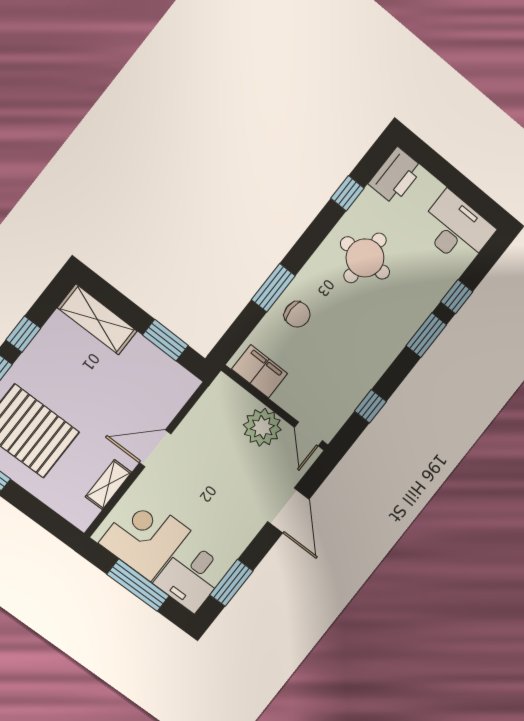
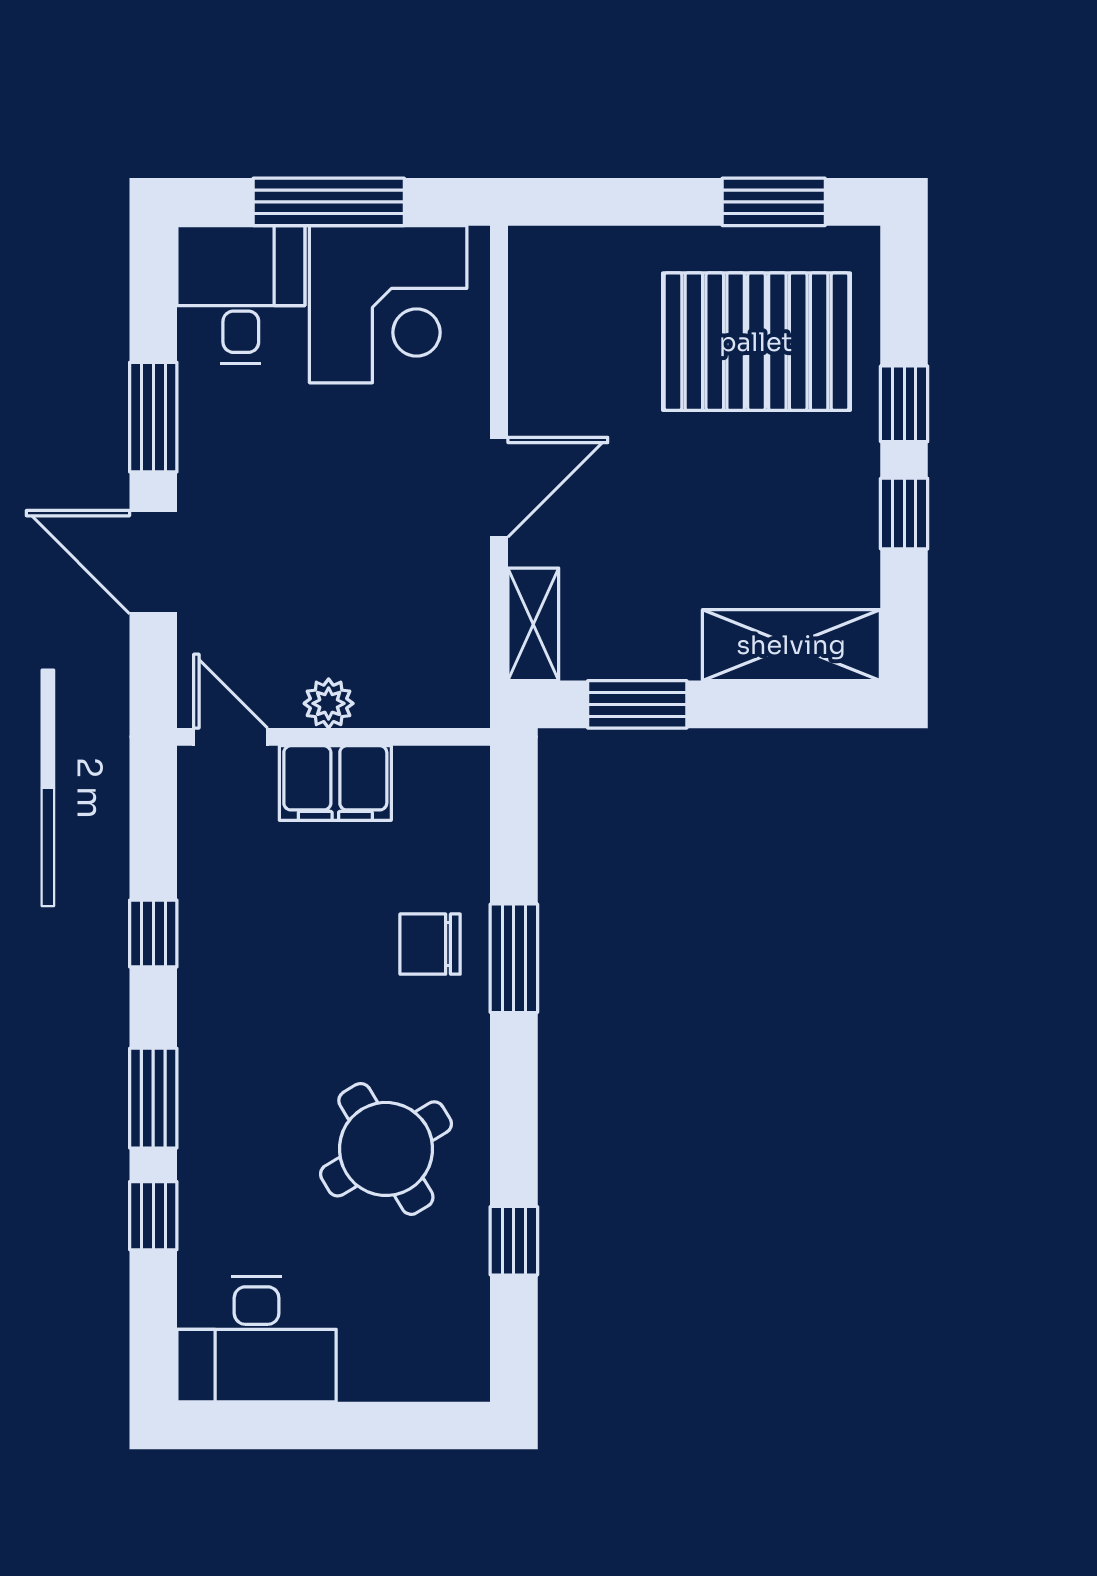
printer: (396, 176) -> (449, 1345), removed
round table: (365, 258) -> (386, 1149), turned -31
filing cabinet: (260, 371) -> (335, 783), moved
window: (370, 406) -> (153, 934), moved
plant: (262, 427) -> (329, 703), width x0.53, depth x0.53
shelving: (108, 484) -> (533, 624), moved
window: (231, 583) -> (153, 417), moved

